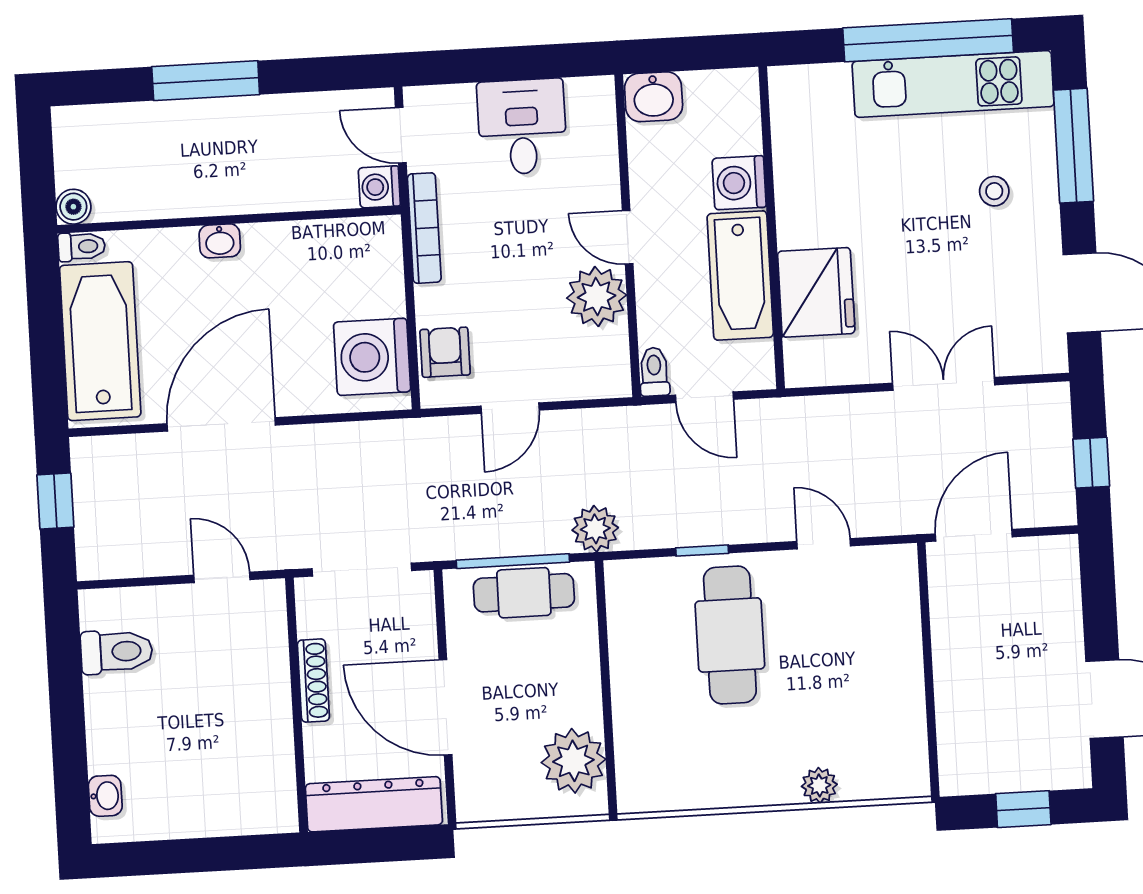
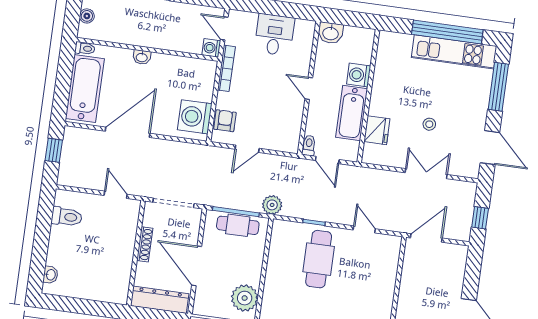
stool: (994, 191) -> (429, 124), moved
boiler: (73, 207) -> (87, 16), moved
fridge: (816, 292) -> (377, 130), width x0.73, depth x0.75
plant: (597, 297) -> (291, 110), removed

